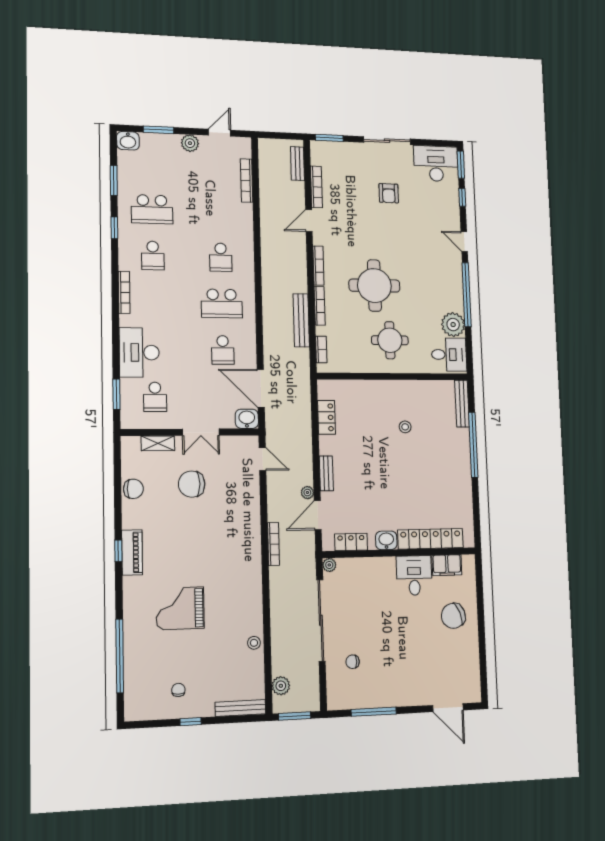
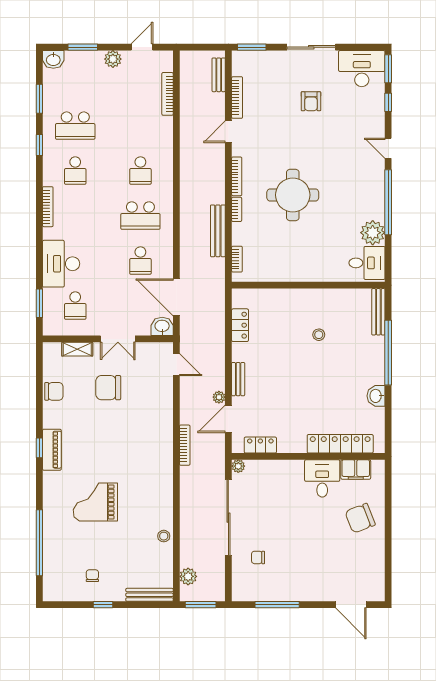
bookcase: (320, 306) -> (237, 209), width x0.64
round table: (390, 340) -> (307, 249), removed
washbasin: (386, 540) -> (376, 396), moved, turned -90

